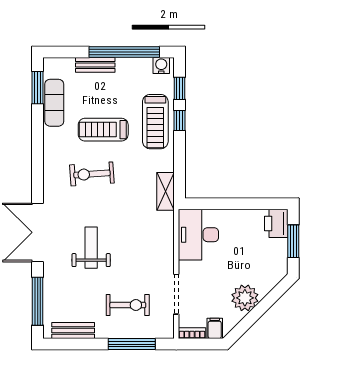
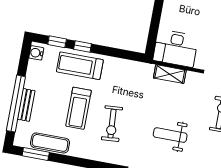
window: (124, 52) -> (16, 104), moved
treadmill: (155, 122) -> (80, 66), turned 180
shelving: (166, 191) -> (170, 74), moved

